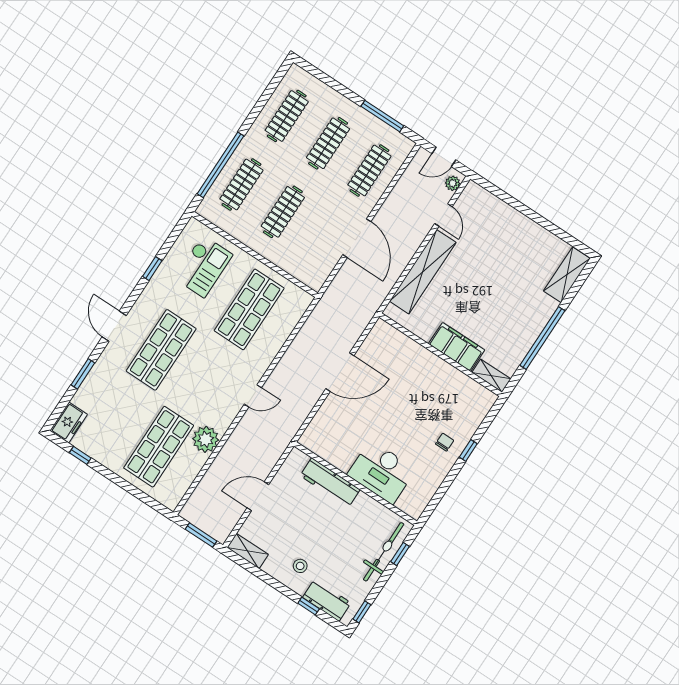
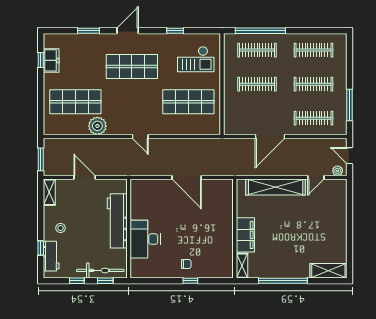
freezer: (69, 423) -> (51, 60), moved, turned -90
workbench: (330, 483) -> (117, 221), width x1.36, depth x1.32
window: (362, 612) -> (77, 281), moved

